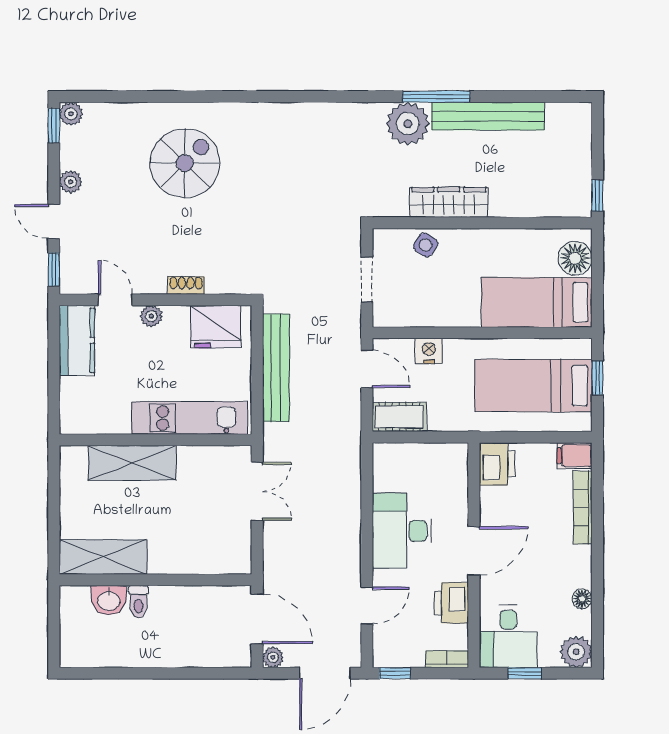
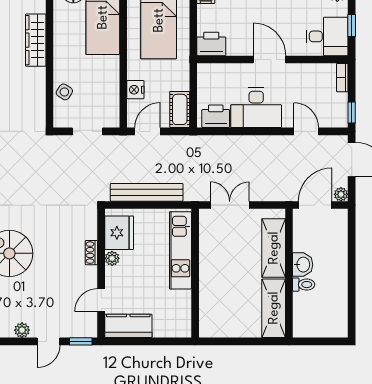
wardrobe: (449, 202) -> (36, 40), moved
plant: (151, 316) -> (112, 258), moved
shelving: (132, 463) -> (274, 248), moved
washbasin: (109, 600) -> (303, 265), moved
printer: (452, 603) -> (216, 116), moved, turned 180

